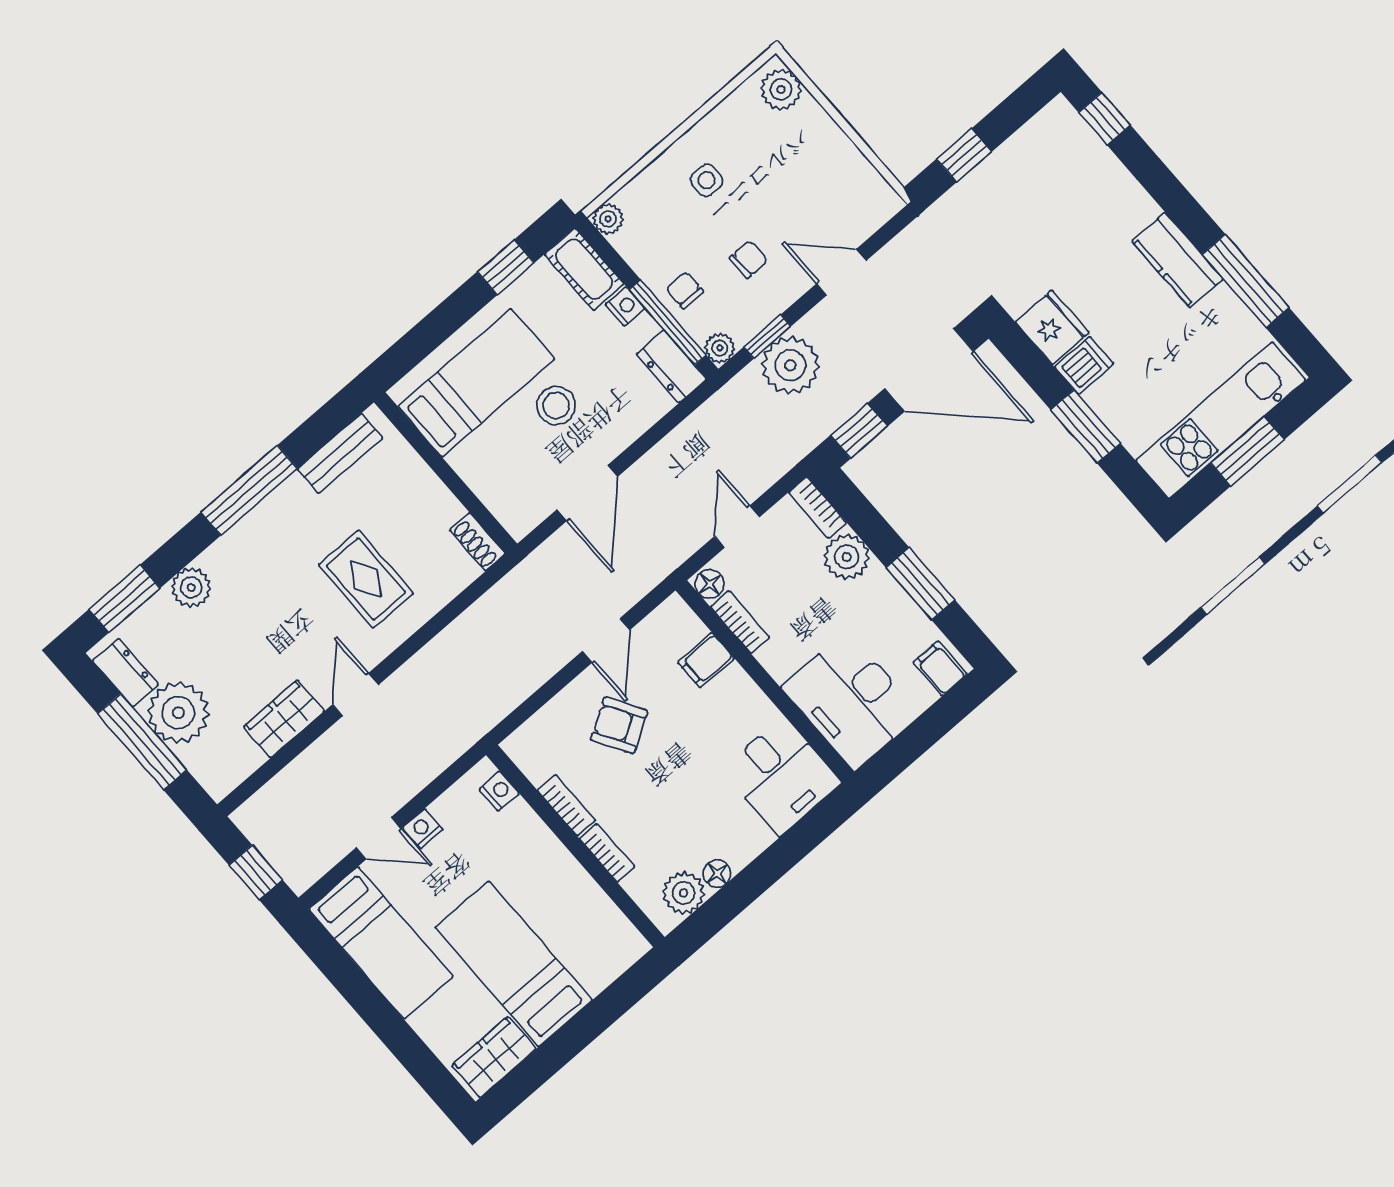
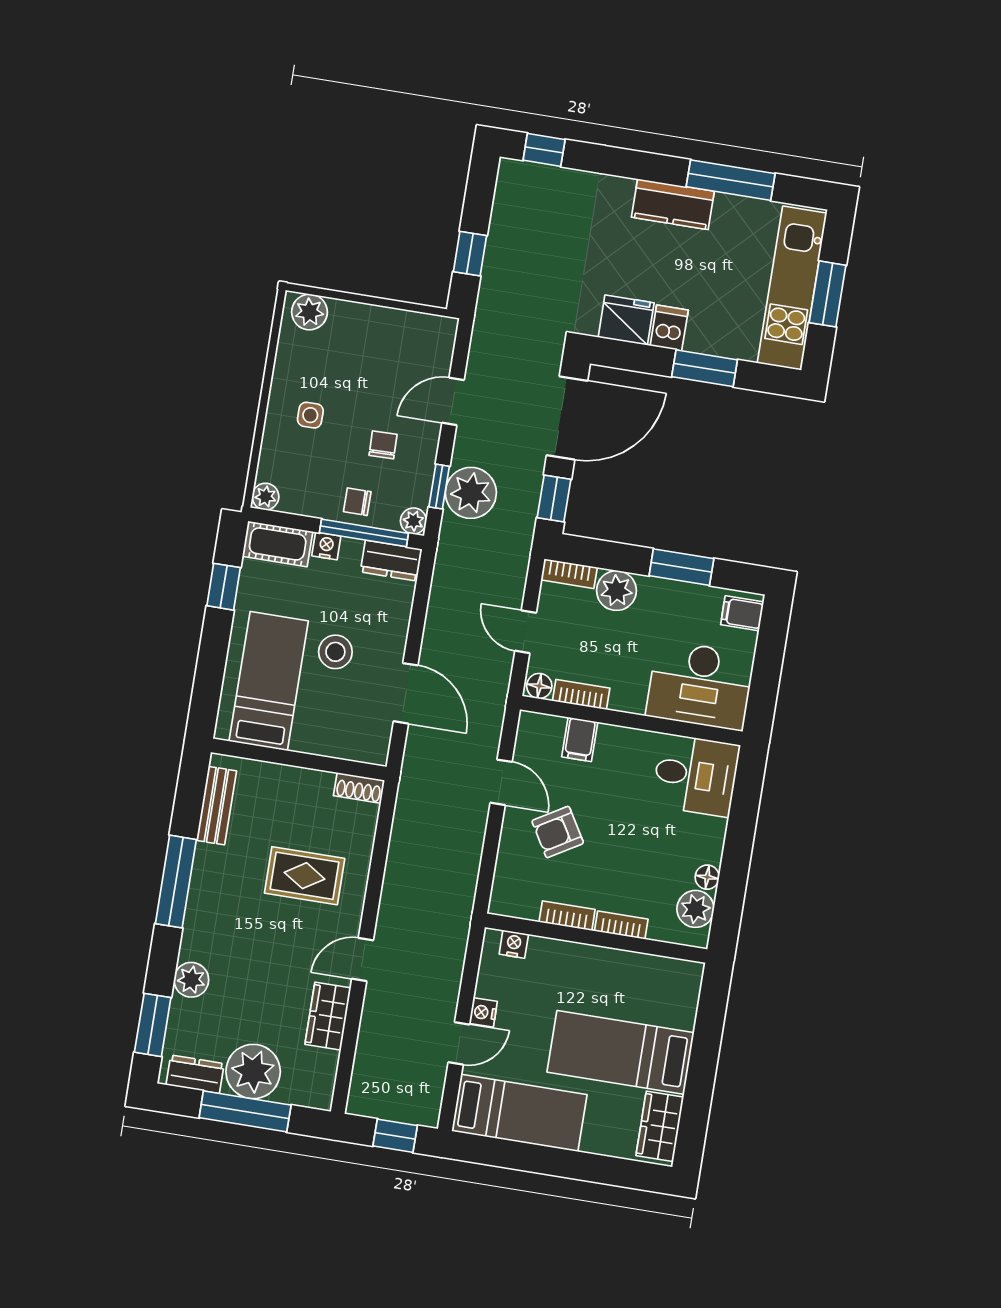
door: (356, 694) -> (363, 959), hinge flipped

